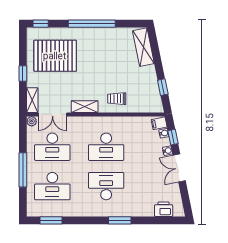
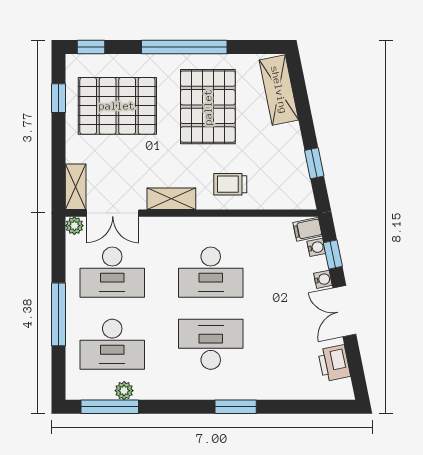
pallet: (105, 56) -> (208, 107), added
window: (23, 74) -> (58, 98), moved
printer: (164, 209) -> (334, 363), moved, turned -101
plant: (59, 211) -> (124, 391), added
window: (51, 220) -> (110, 407), width x1.44

